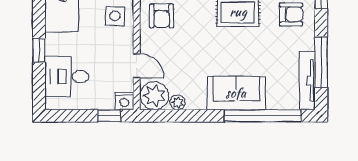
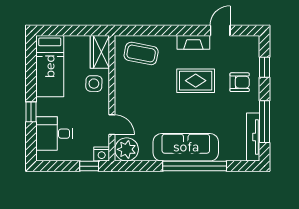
armchair: (162, 16) -> (132, 83), removed
sofa: (236, 93) -> (186, 147), width x1.36
plant: (178, 102) -> (146, 155), removed
window: (262, 116) -> (195, 166), moved

